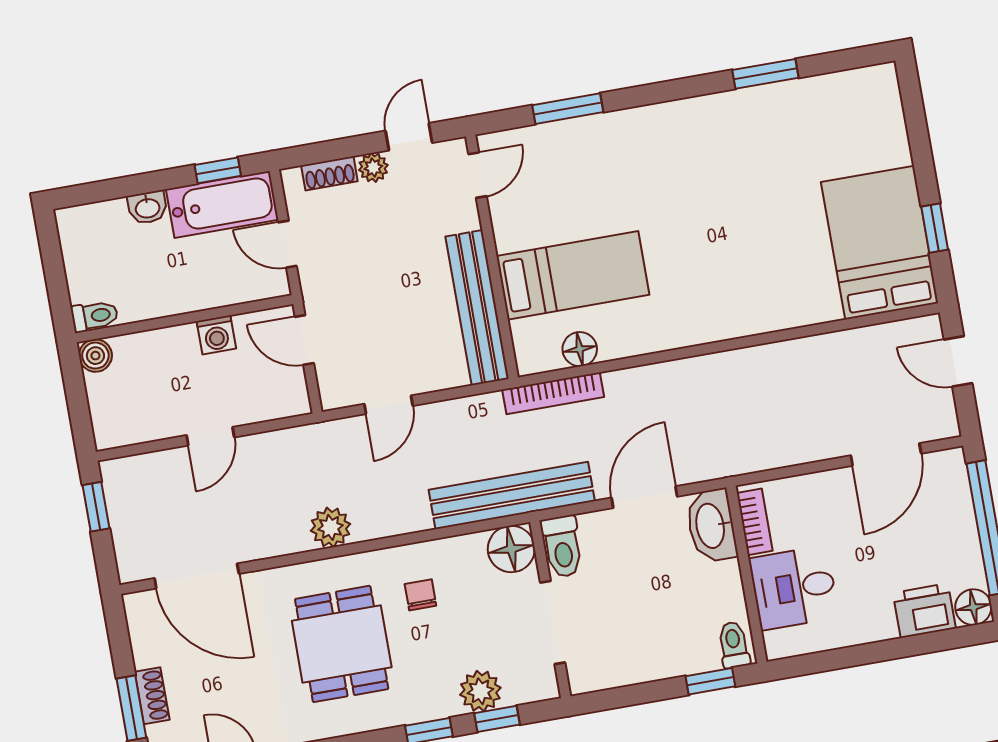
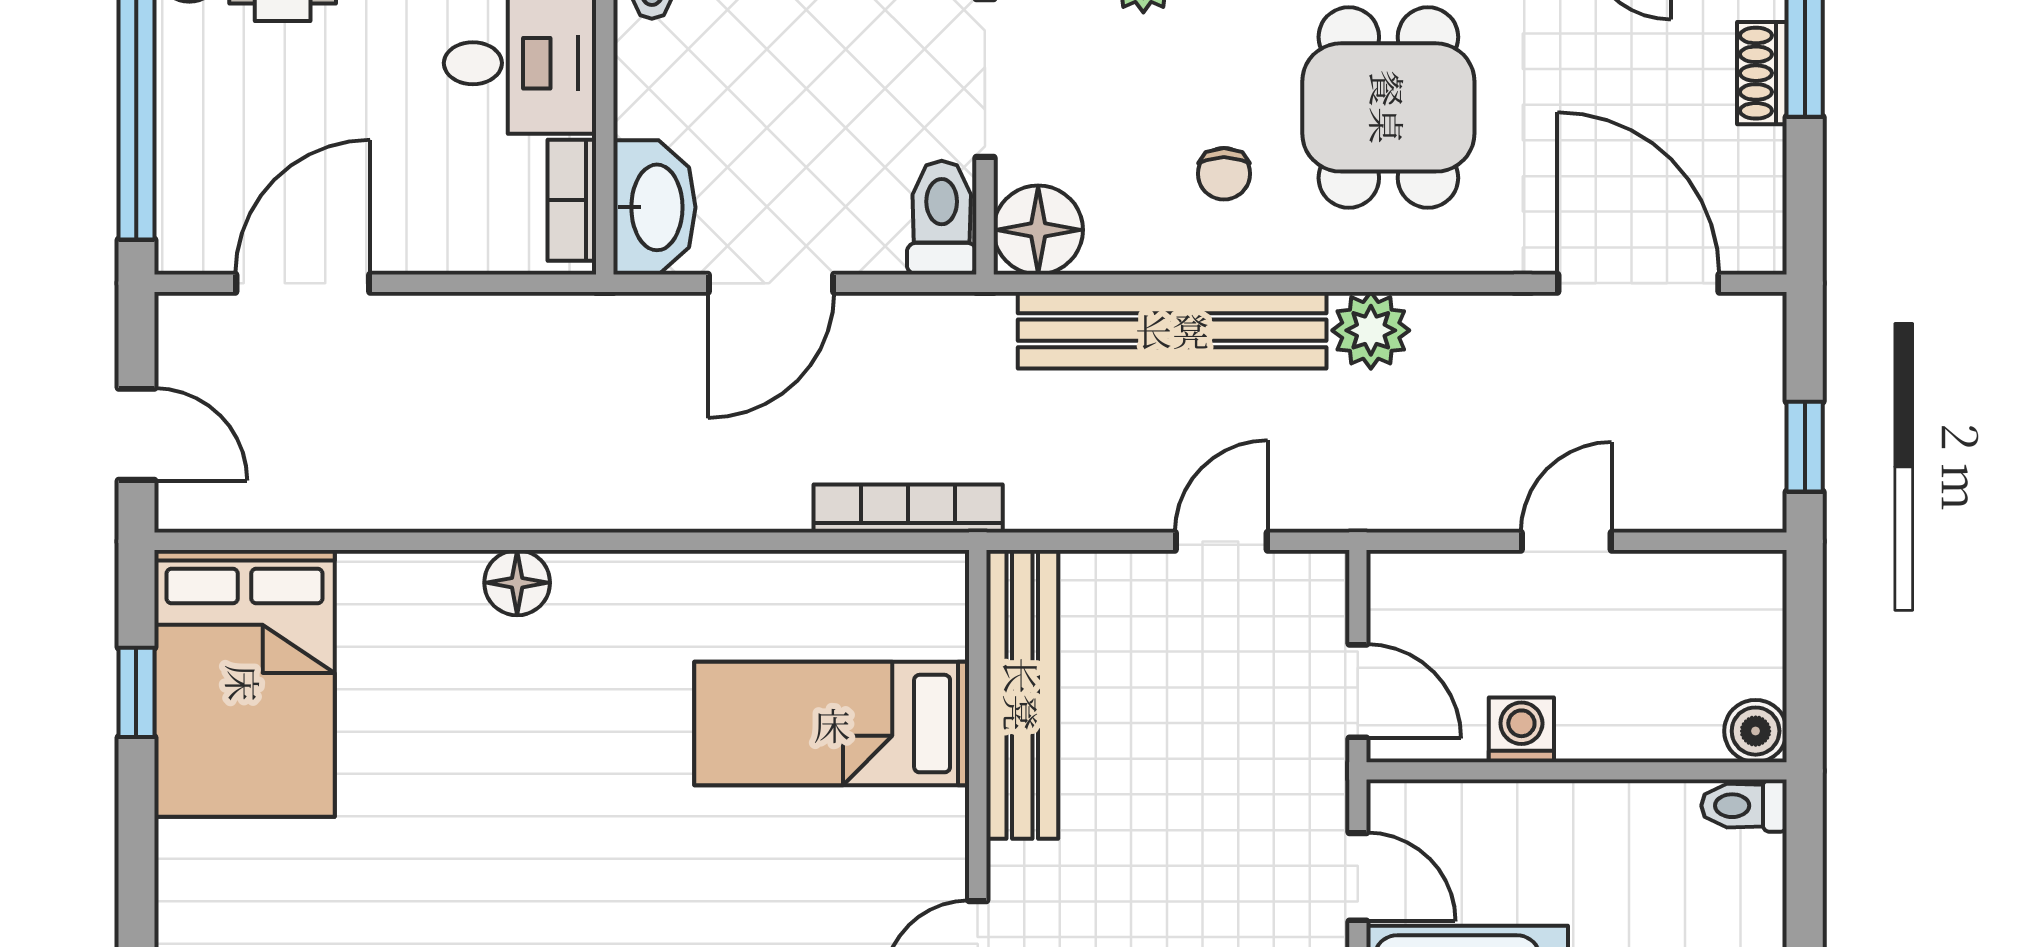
floor lamp: (580, 349) -> (517, 583), moved
bench: (512, 495) -> (1172, 330), moved

